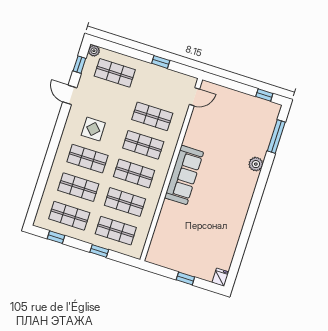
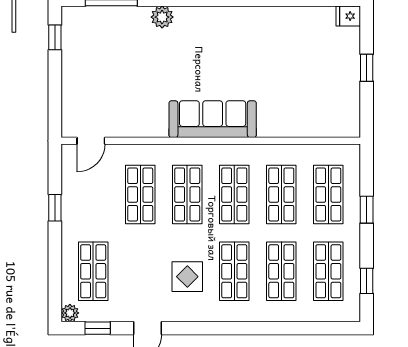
door: (194, 97) -> (91, 141), swing flipped

